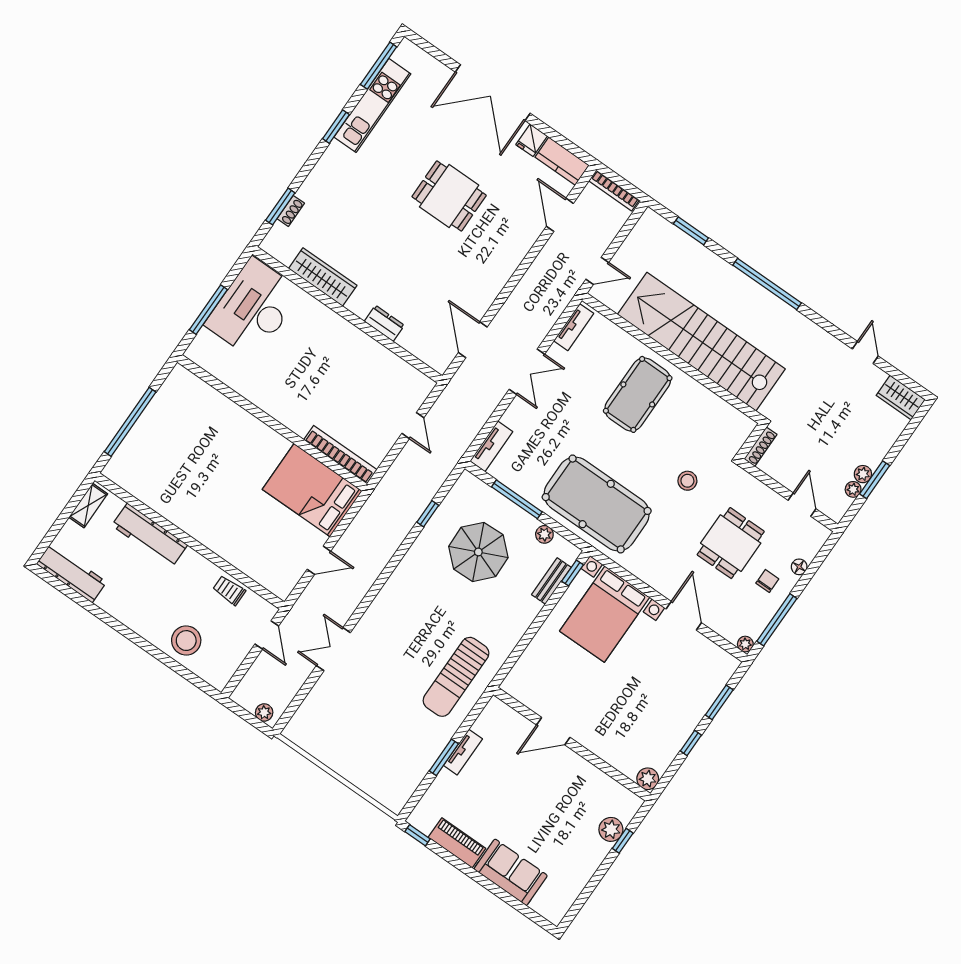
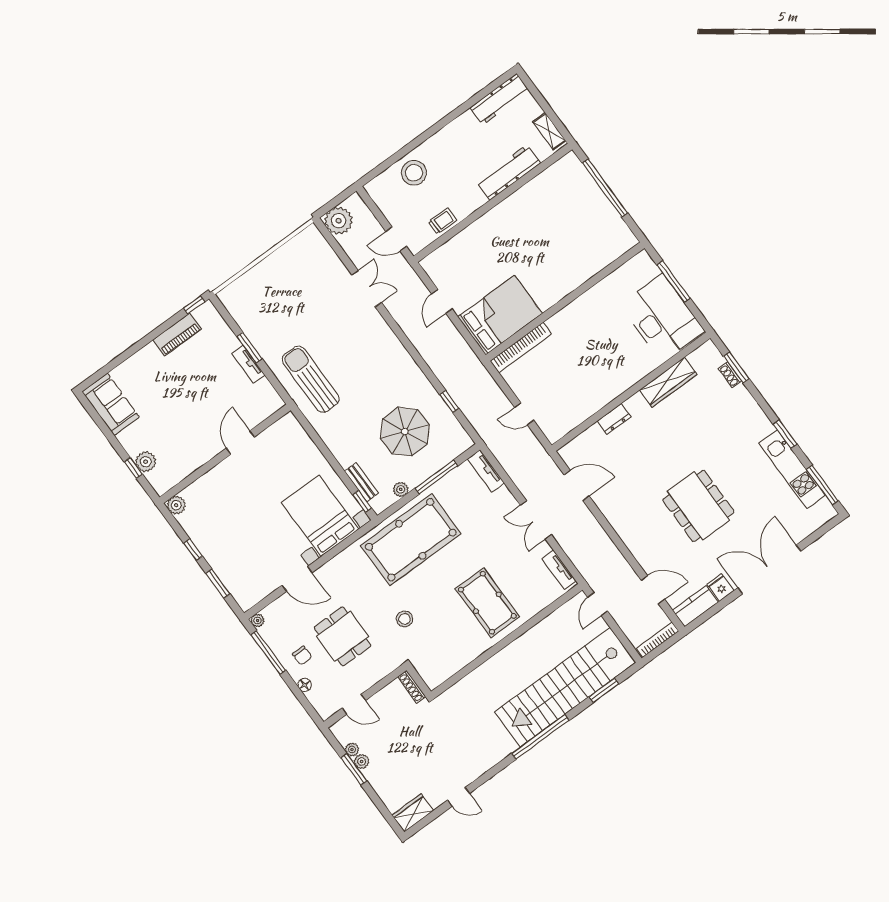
dining table: (449, 196) -> (698, 506), width x1.37
stairs: (701, 342) -> (565, 687), moved, turned 180
plant: (264, 713) -> (339, 221), width x1.88, depth x1.88
sofa: (511, 872) -> (111, 404), moved, turned -90

